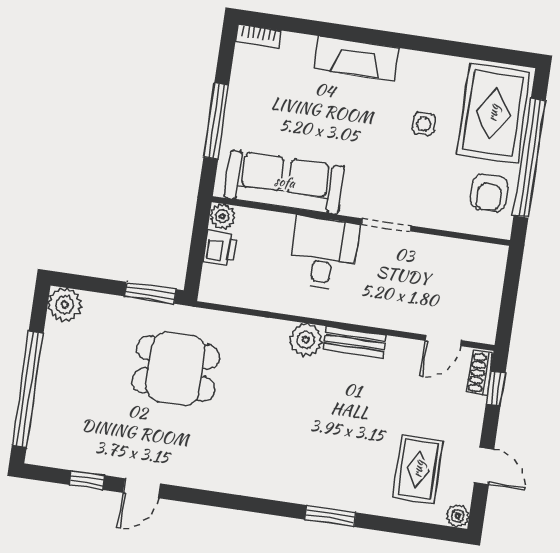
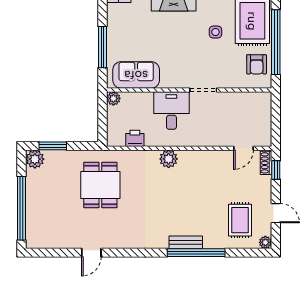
sofa: (285, 182) -> (136, 75), width x0.73
printer: (220, 248) -> (135, 138), moved, turned -90
window: (150, 293) -> (53, 146), moved
bench: (355, 342) -> (186, 242), moved
dining table: (176, 369) -> (100, 185), turned 90
window: (87, 480) -> (61, 253), removed
window: (330, 516) -> (196, 253), width x2.11

